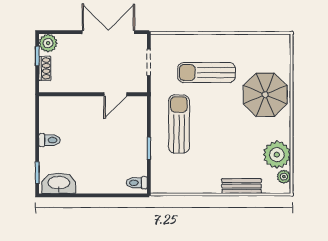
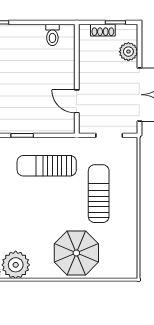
plant: (48, 43) -> (128, 52), moved
sun lounger: (179, 124) -> (47, 166), turned 180
toilet: (50, 140) -> (52, 35), moved

